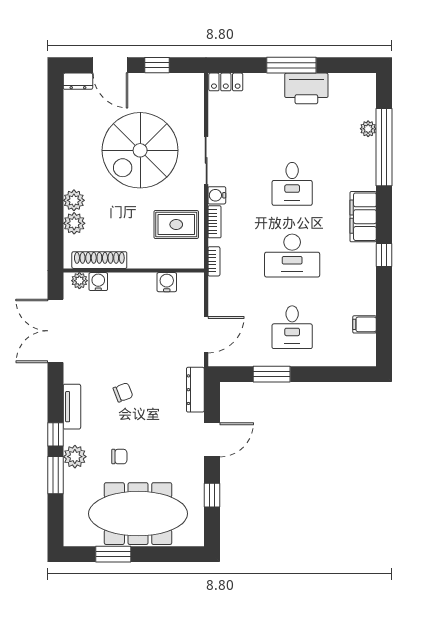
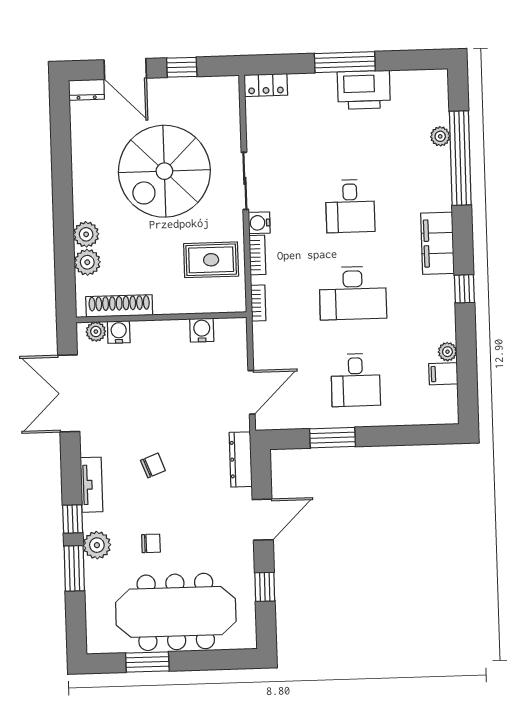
plant: (368, 306) -> (447, 352), added

